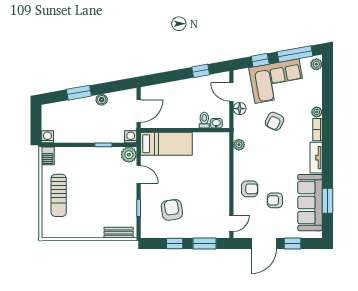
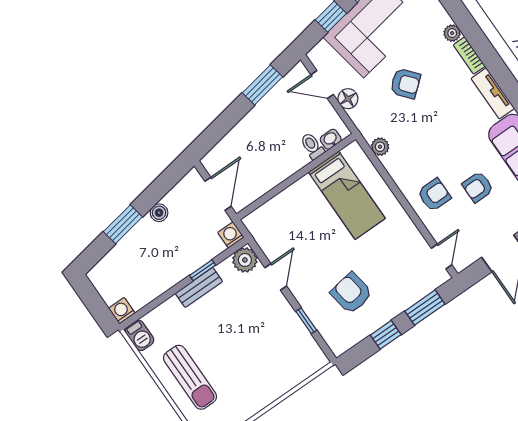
window: (201, 71) -> (263, 85), width x1.50
armchair: (275, 121) -> (405, 84), turned -66
bed: (166, 144) -> (347, 195), moved, turned 90
door: (139, 174) -> (276, 277), hinge flipped
bench: (119, 233) -> (199, 287), moved

